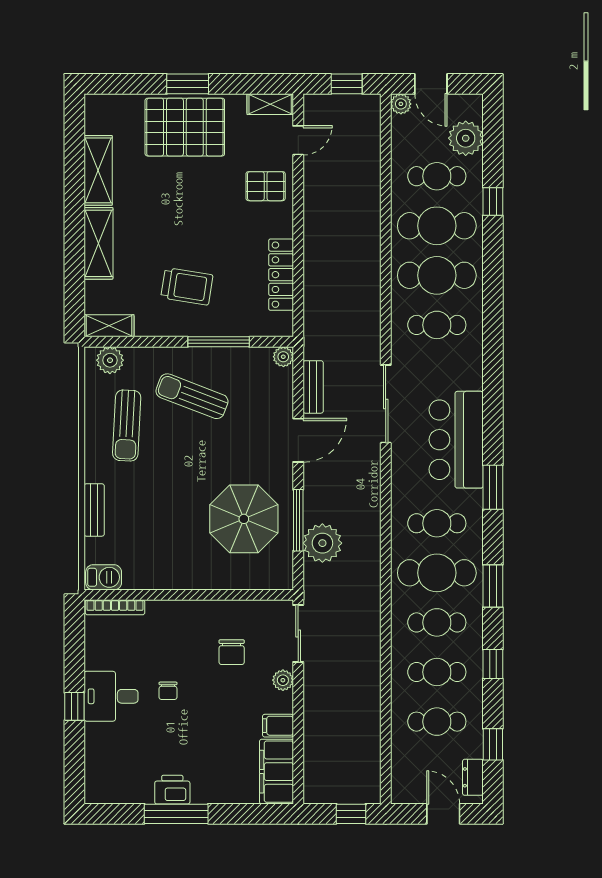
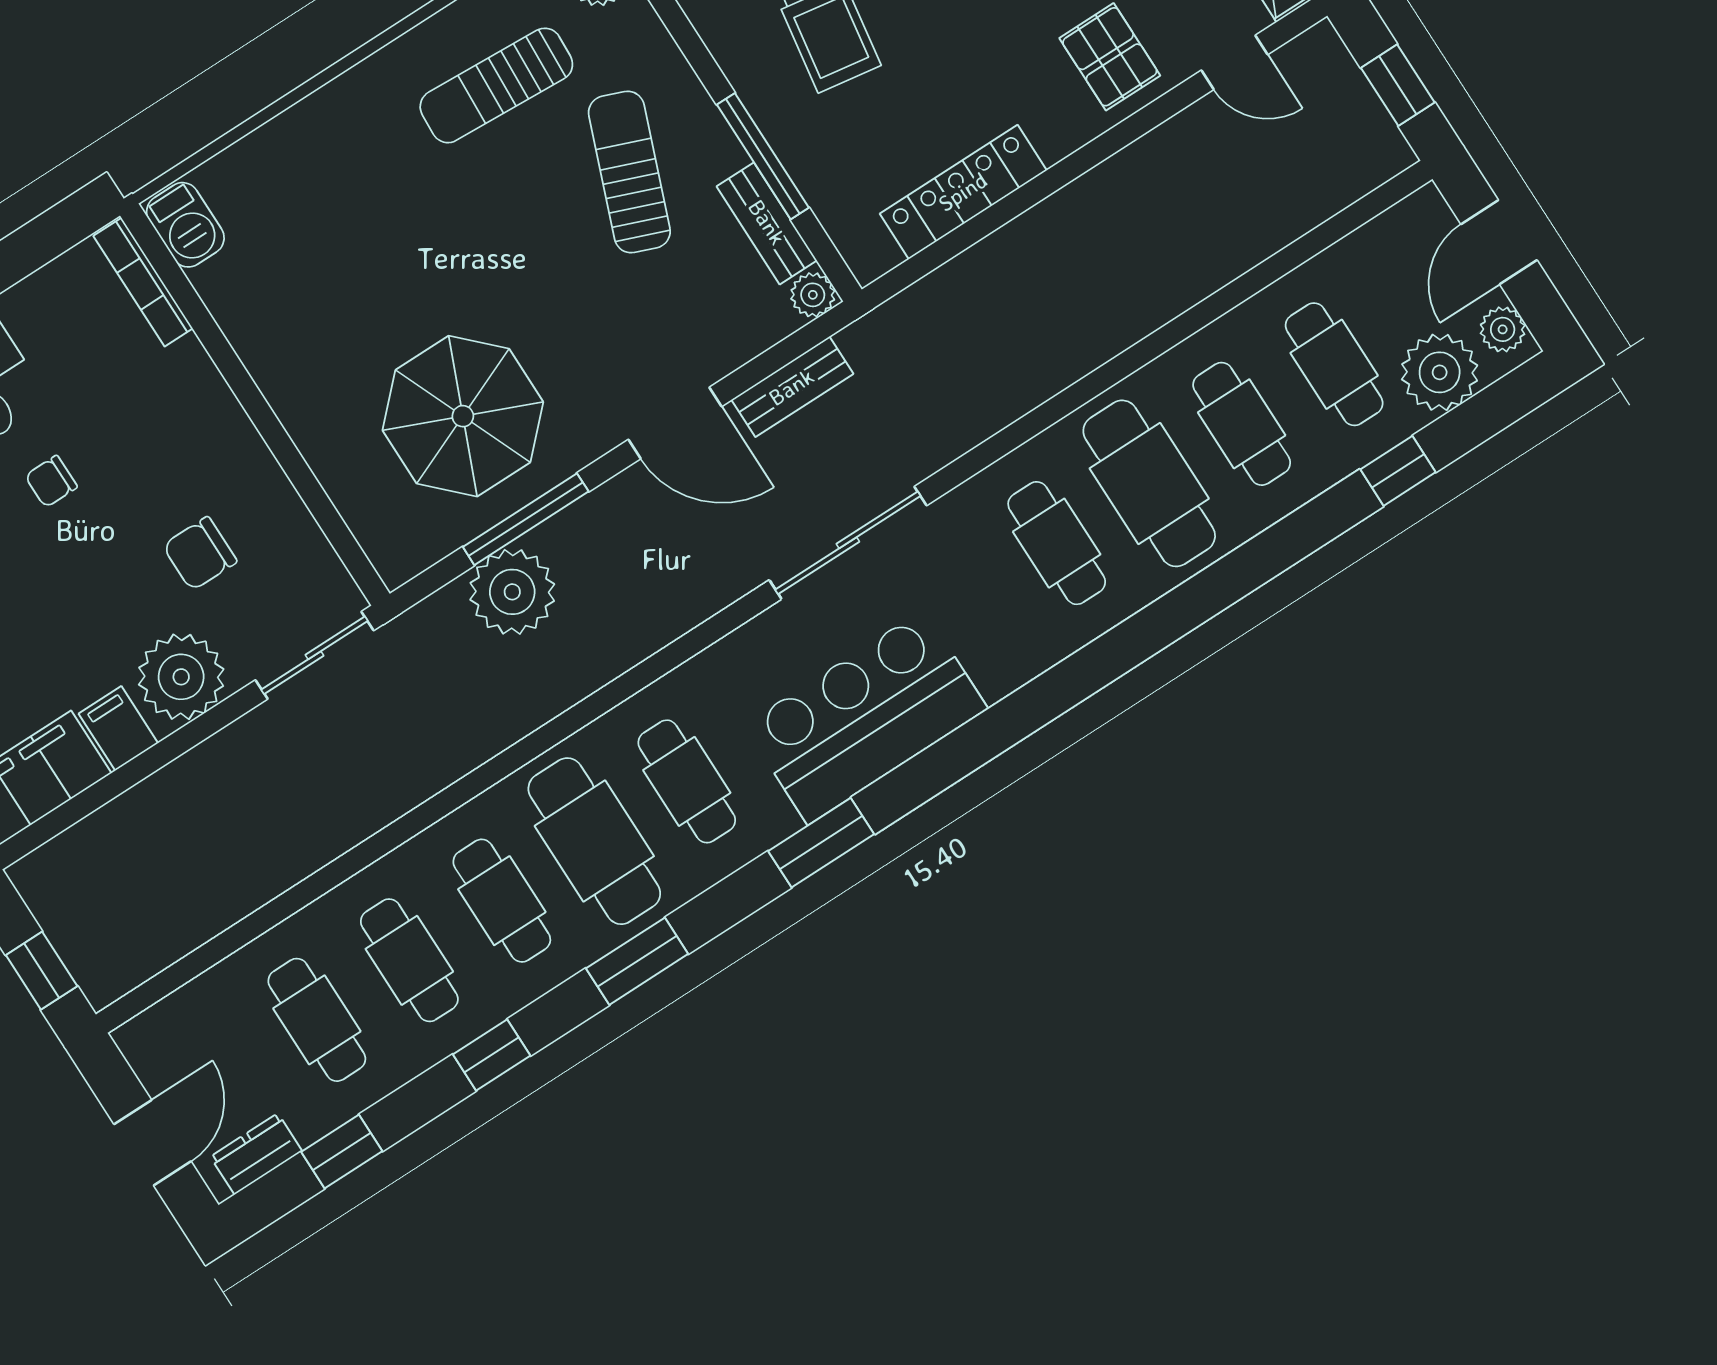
plant: (401, 104) -> (1503, 329), moved
window: (493, 202) -> (1398, 471), moved
cafe table: (437, 226) -> (1242, 424), width x0.73, depth x0.74
bench: (94, 510) -> (767, 223), moved, turned 90
plant: (283, 680) -> (181, 677), width x1.87, depth x1.87

